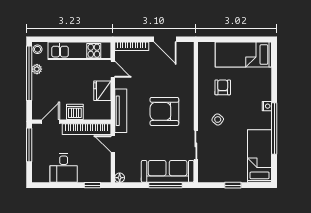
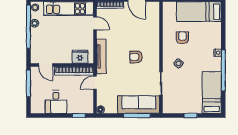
fridge: (102, 91) -> (80, 57), moved, turned 90
armchair: (164, 111) -> (136, 57), width x0.53, depth x0.53
dishwasher: (75, 112) -> (65, 57), removed
door: (51, 122) -> (46, 65), swing flipped
door: (113, 144) -> (95, 83), hinge flipped

